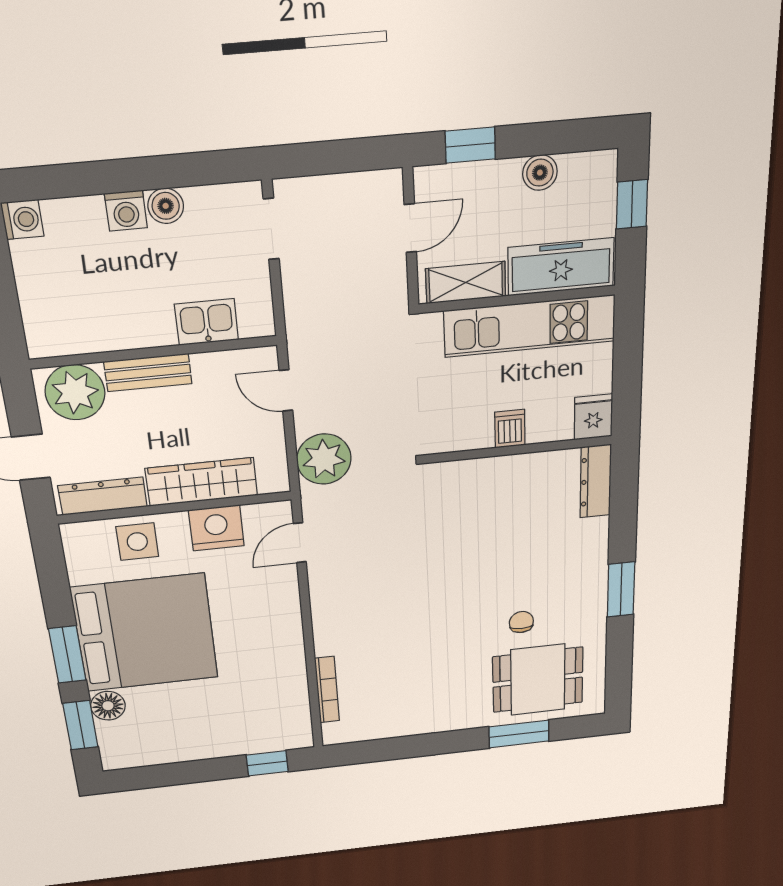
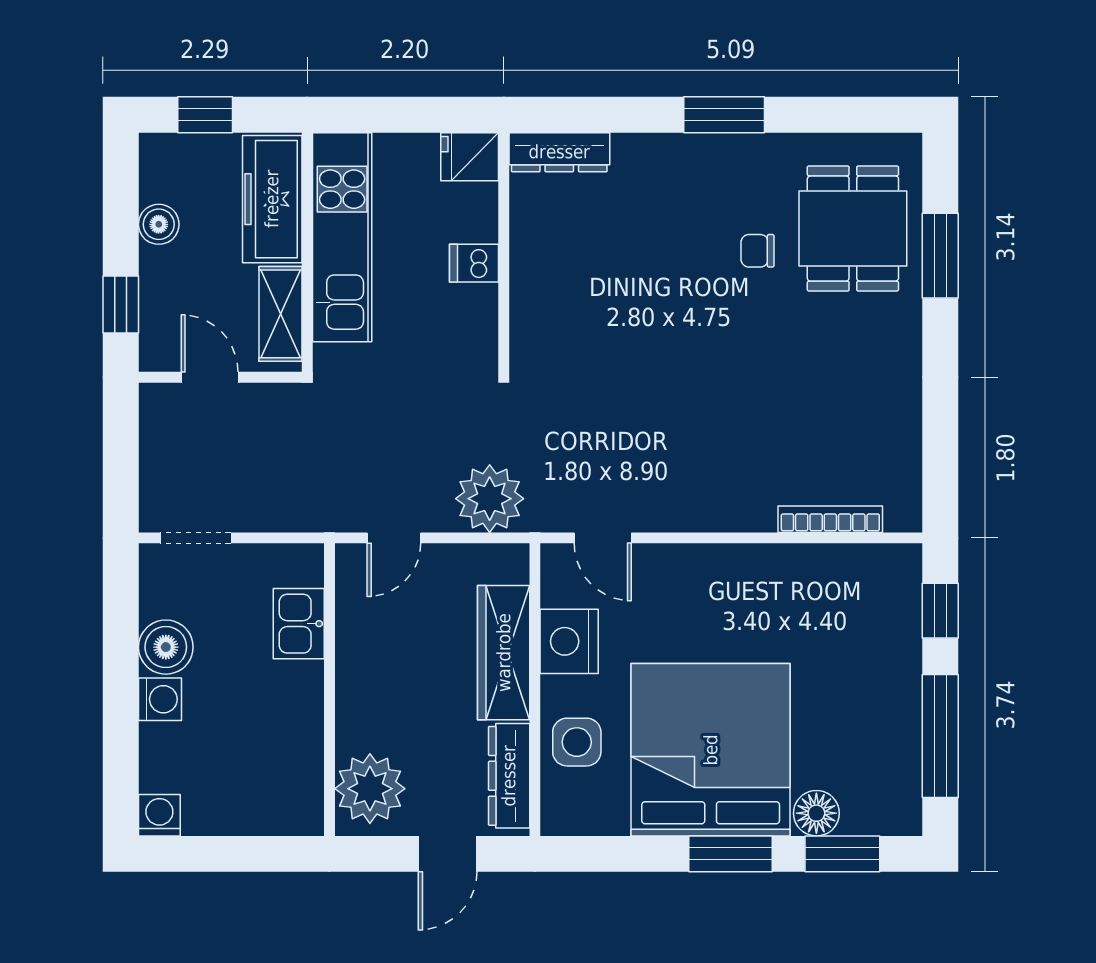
boiler: (166, 206) -> (166, 647), width x1.36, depth x1.36
bench: (148, 373) -> (354, 700), removed
window: (177, 774) -> (940, 736), added

